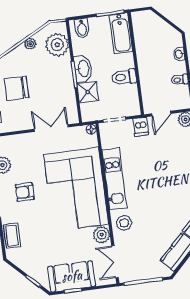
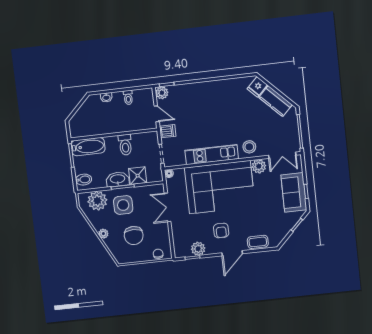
plant: (30, 44) -> (103, 234), moved
side table: (53, 75) -> (123, 205), added

